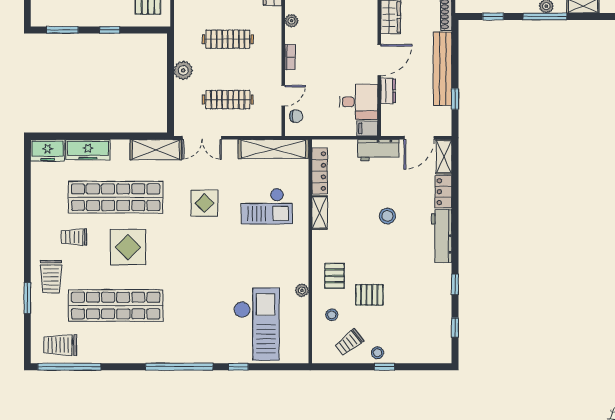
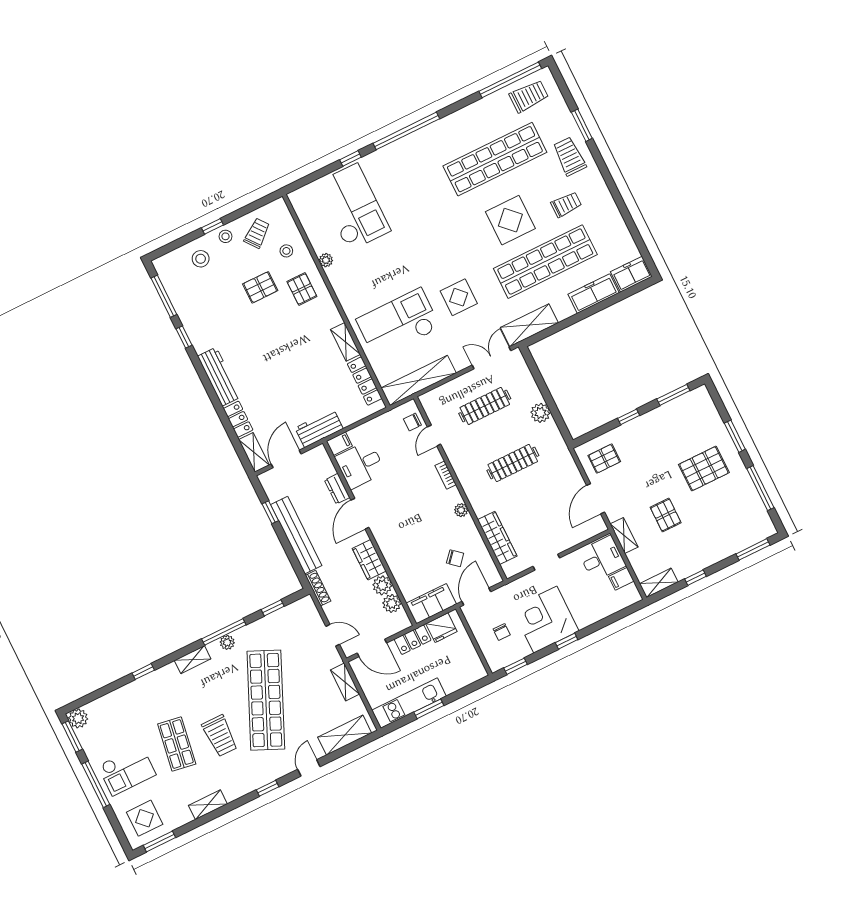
checkout: (267, 206) -> (398, 323), width x1.36, depth x1.21
stool: (387, 216) -> (201, 259), moved
checkout: (256, 324) -> (353, 207), turned 180
window: (455, 328) -> (164, 296), width x2.17

